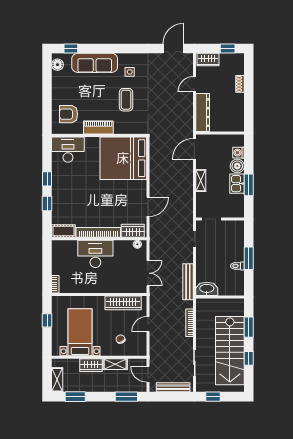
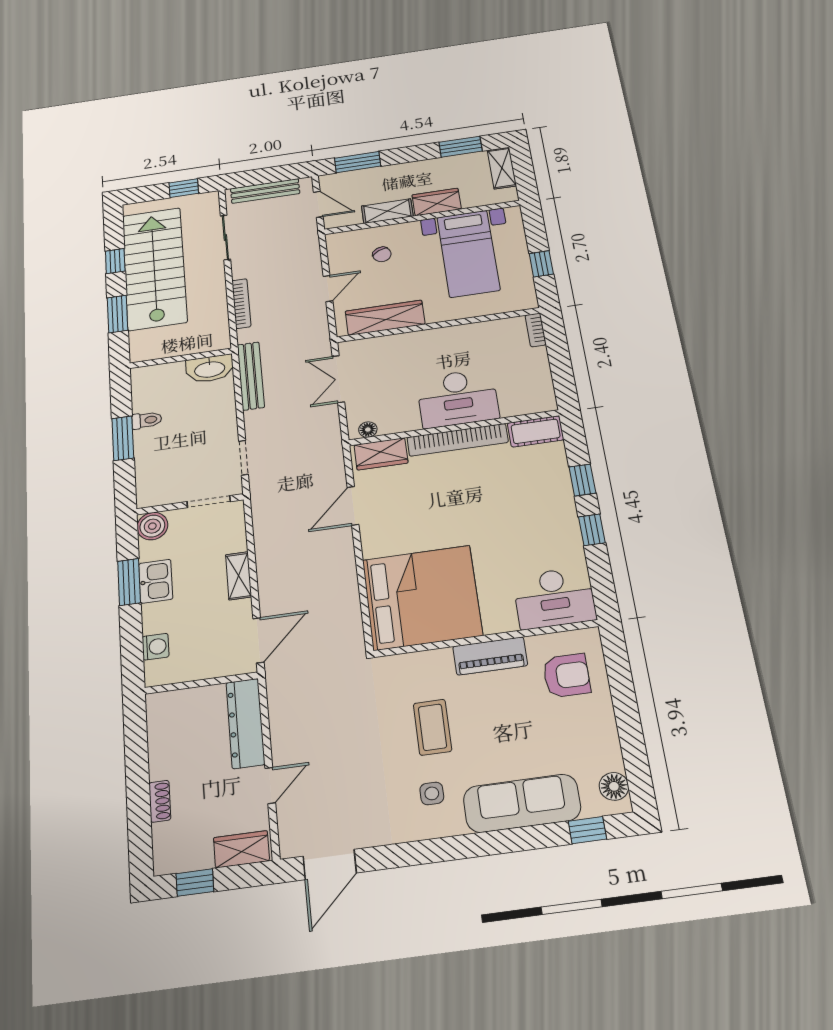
boiler: (237, 166) -> (152, 526), moved

